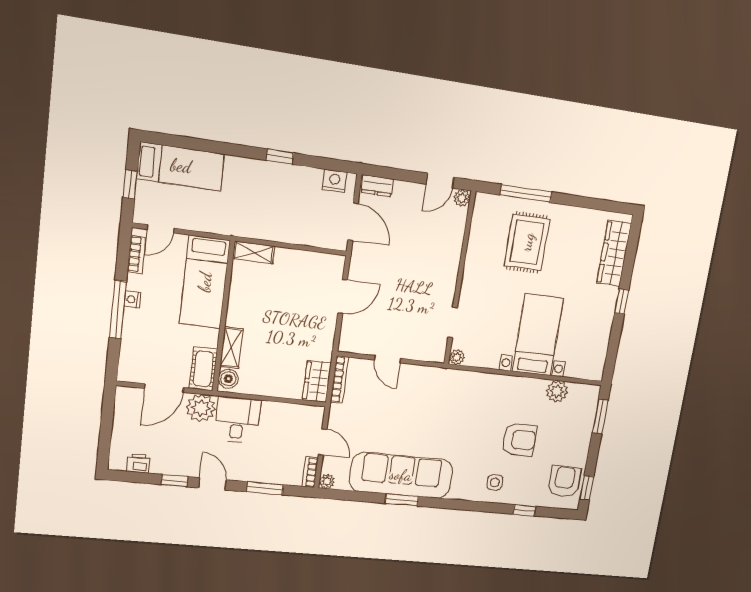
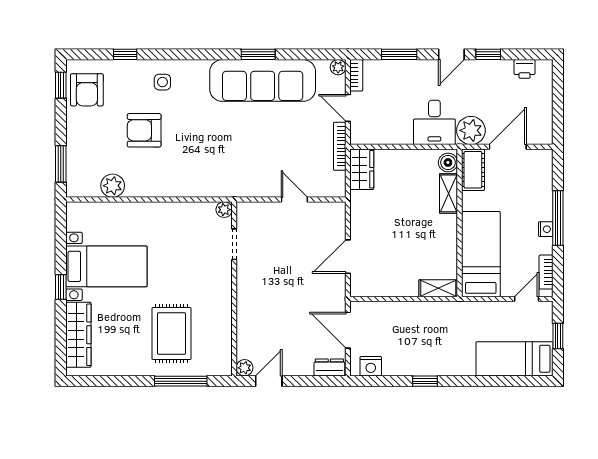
bed with nightstands: (538, 335) -> (106, 266), moved, turned -90
bookcase: (339, 380) -> (340, 146), moved
door: (212, 484) -> (451, 54), hinge flipped

